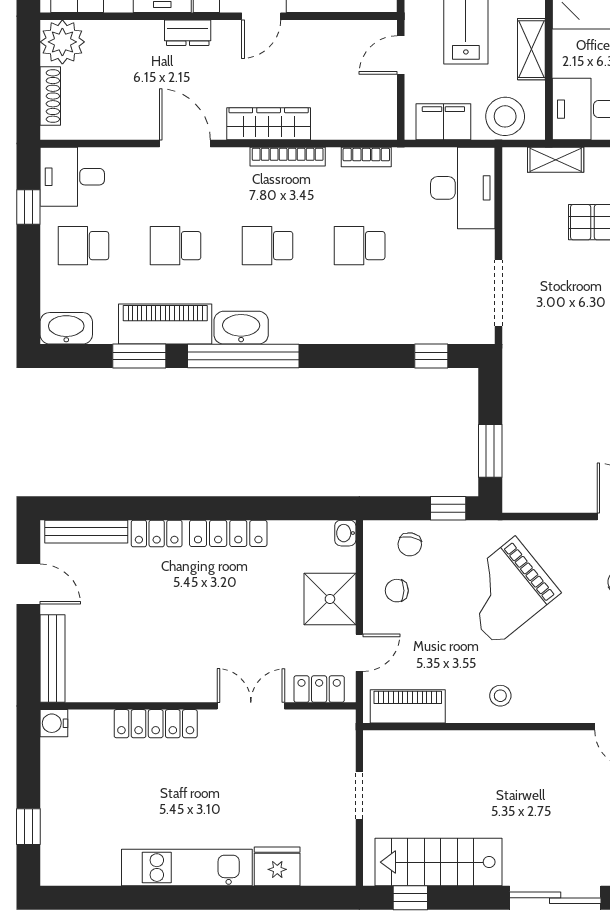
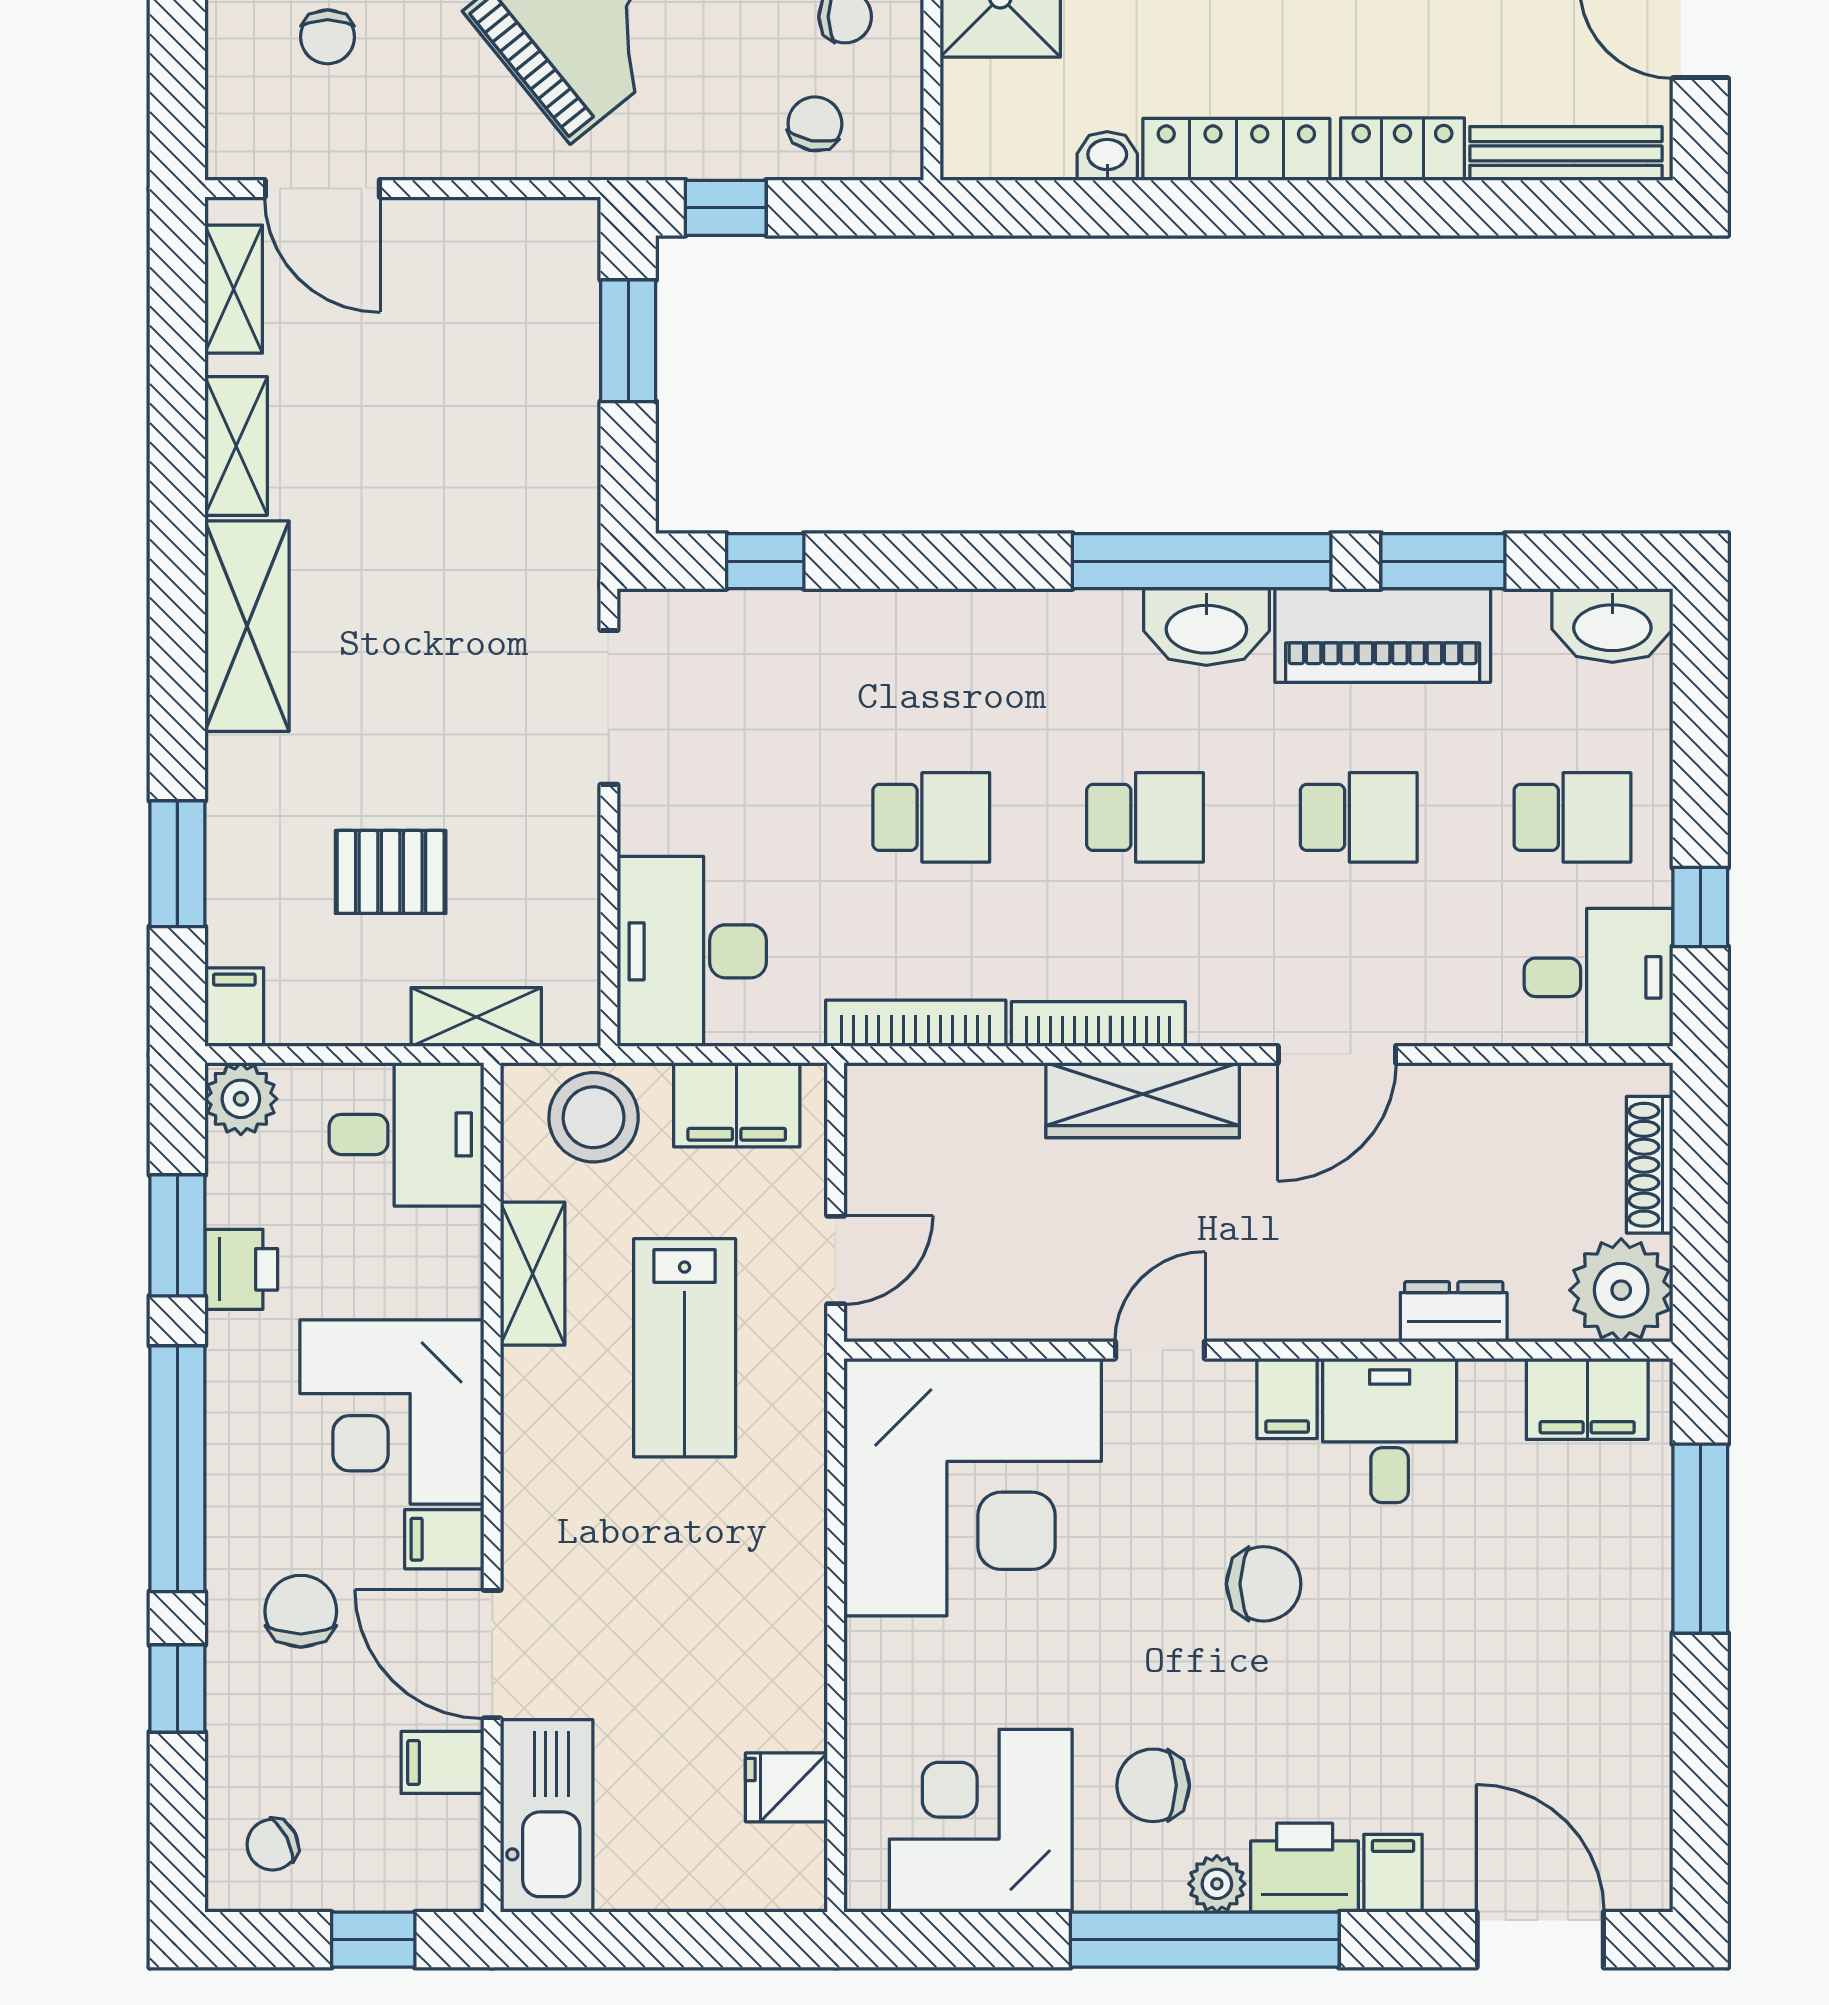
dresser: (188, 33) -> (1454, 1312), moved
door: (185, 143) -> (1337, 1055), hinge flipped
bookcase: (366, 157) -> (916, 1023), width x1.56
washbasin: (345, 533) -> (1107, 156), moved, turned -90

